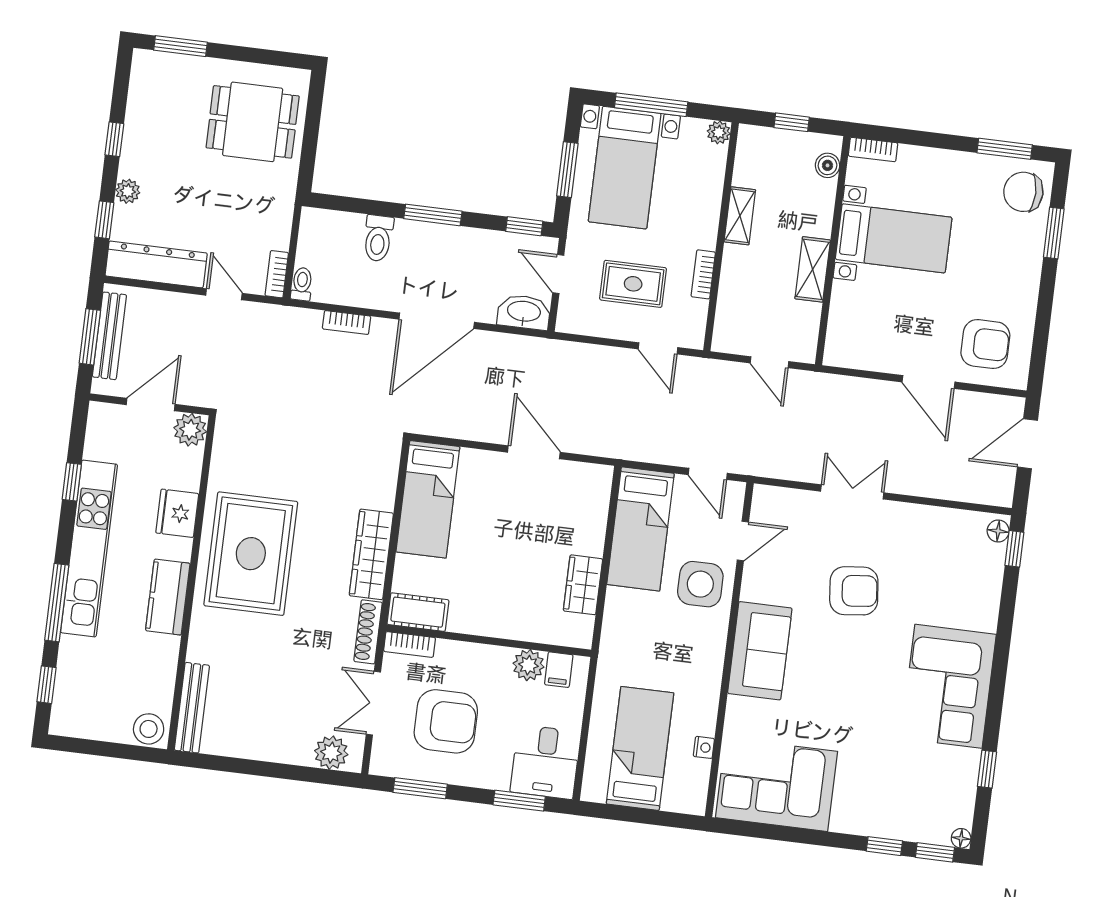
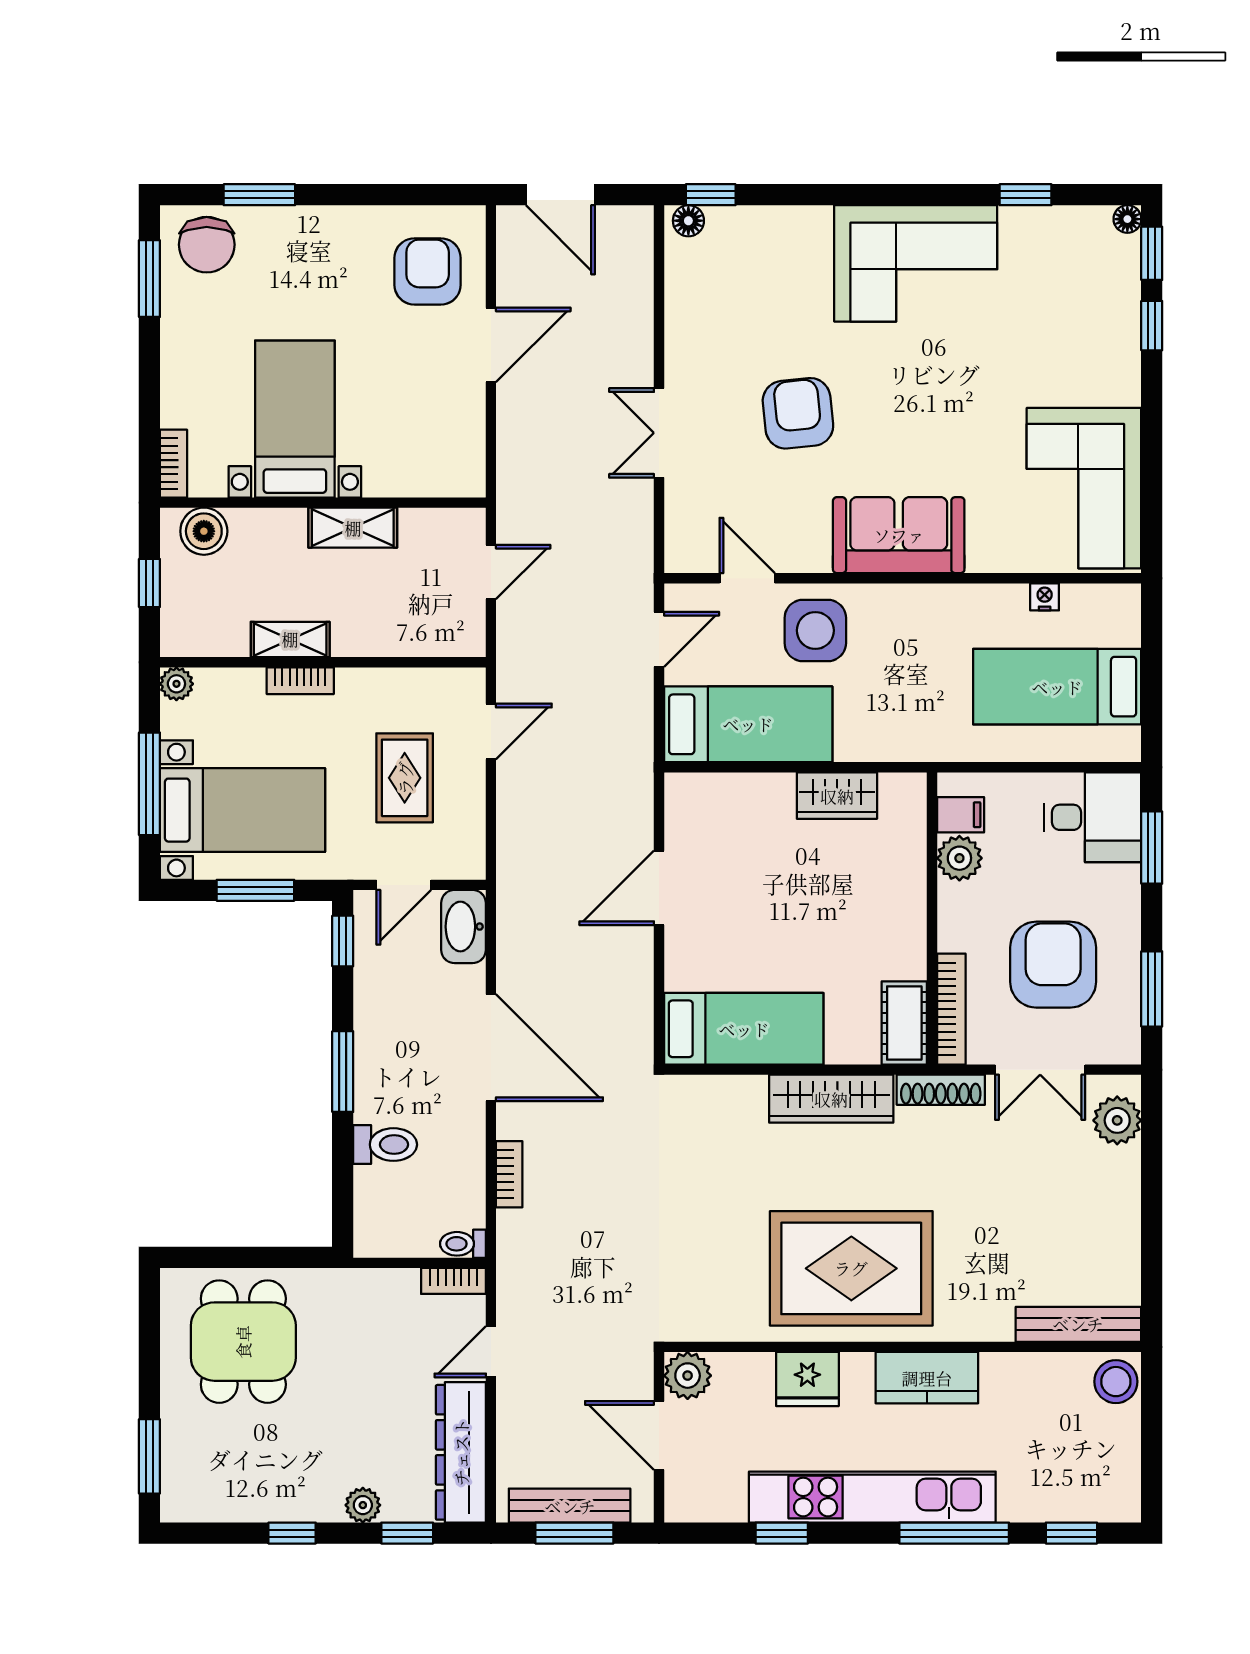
boiler: (828, 165) -> (204, 531), width x1.36, depth x1.36
bookcase: (703, 274) -> (300, 681), moved
bookcase: (410, 644) -> (951, 1009), width x1.56

